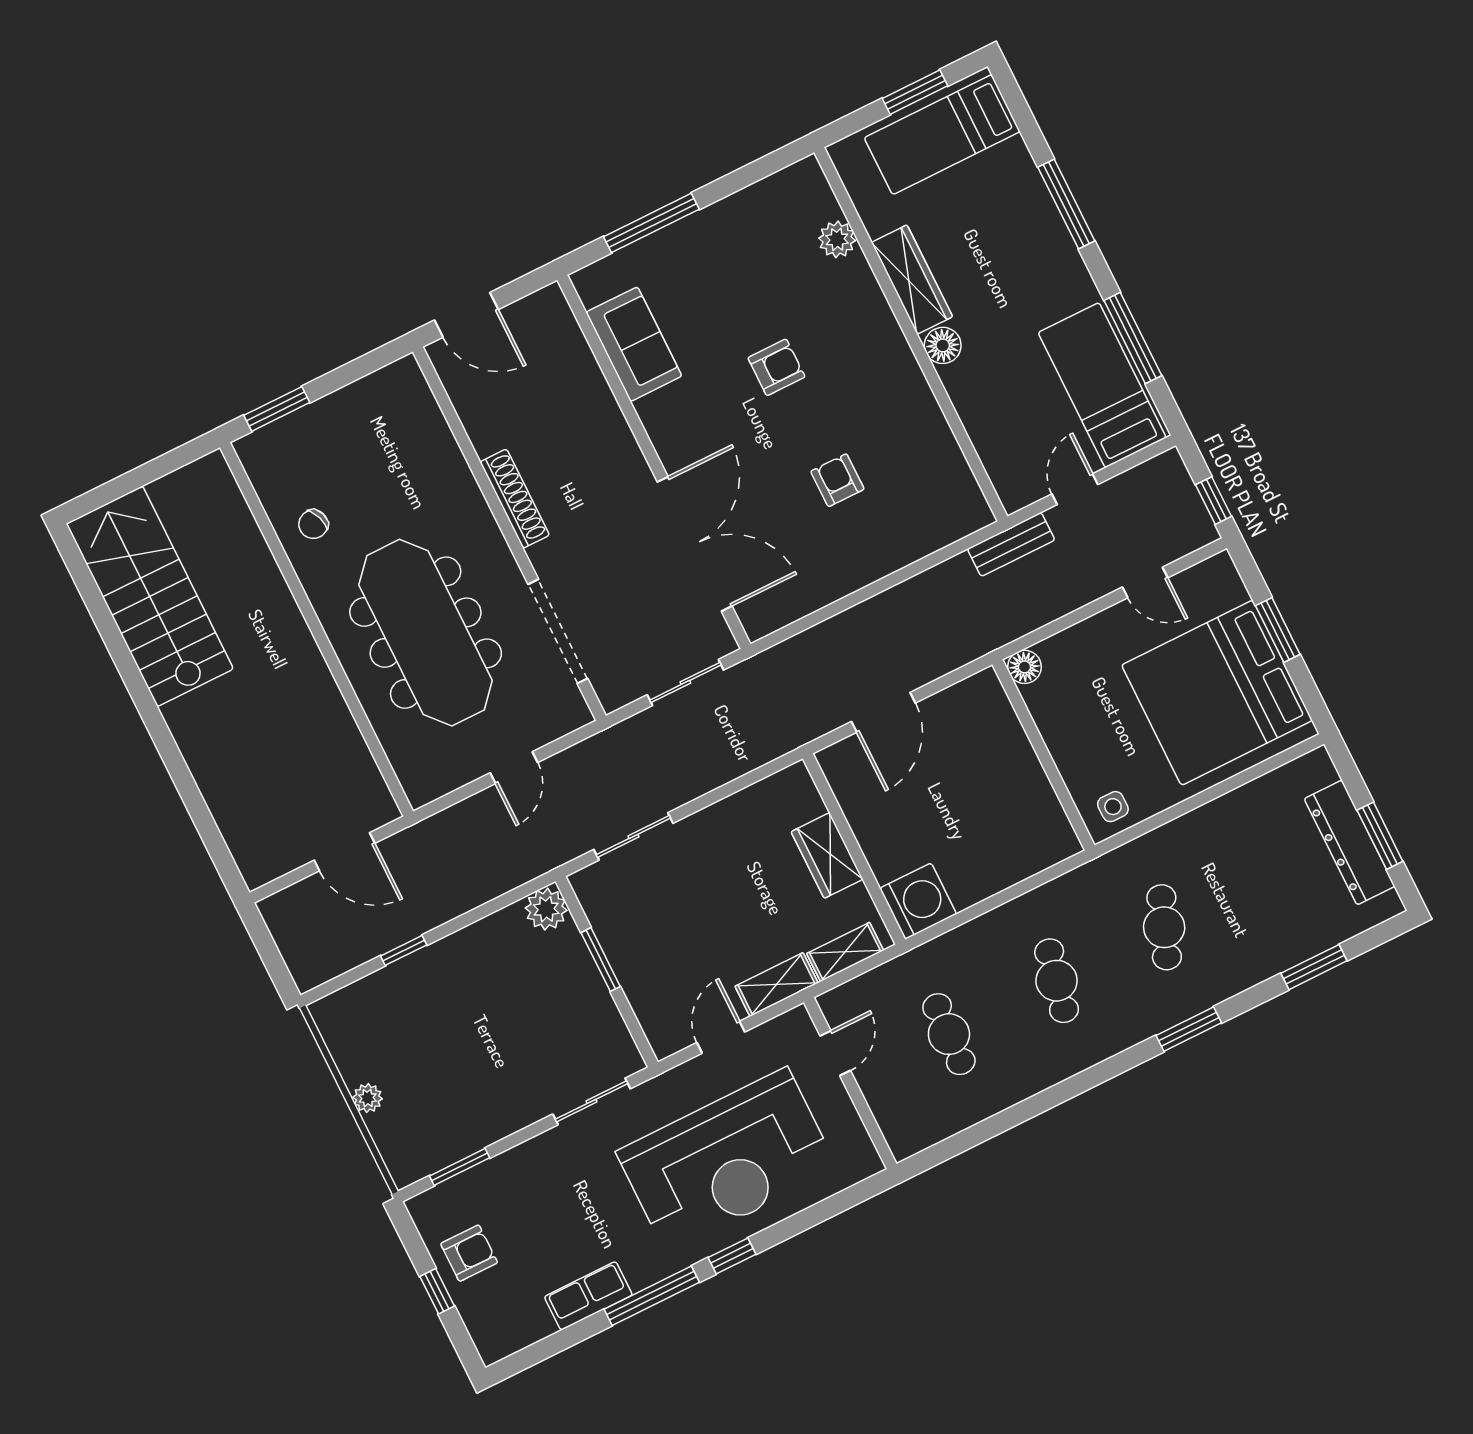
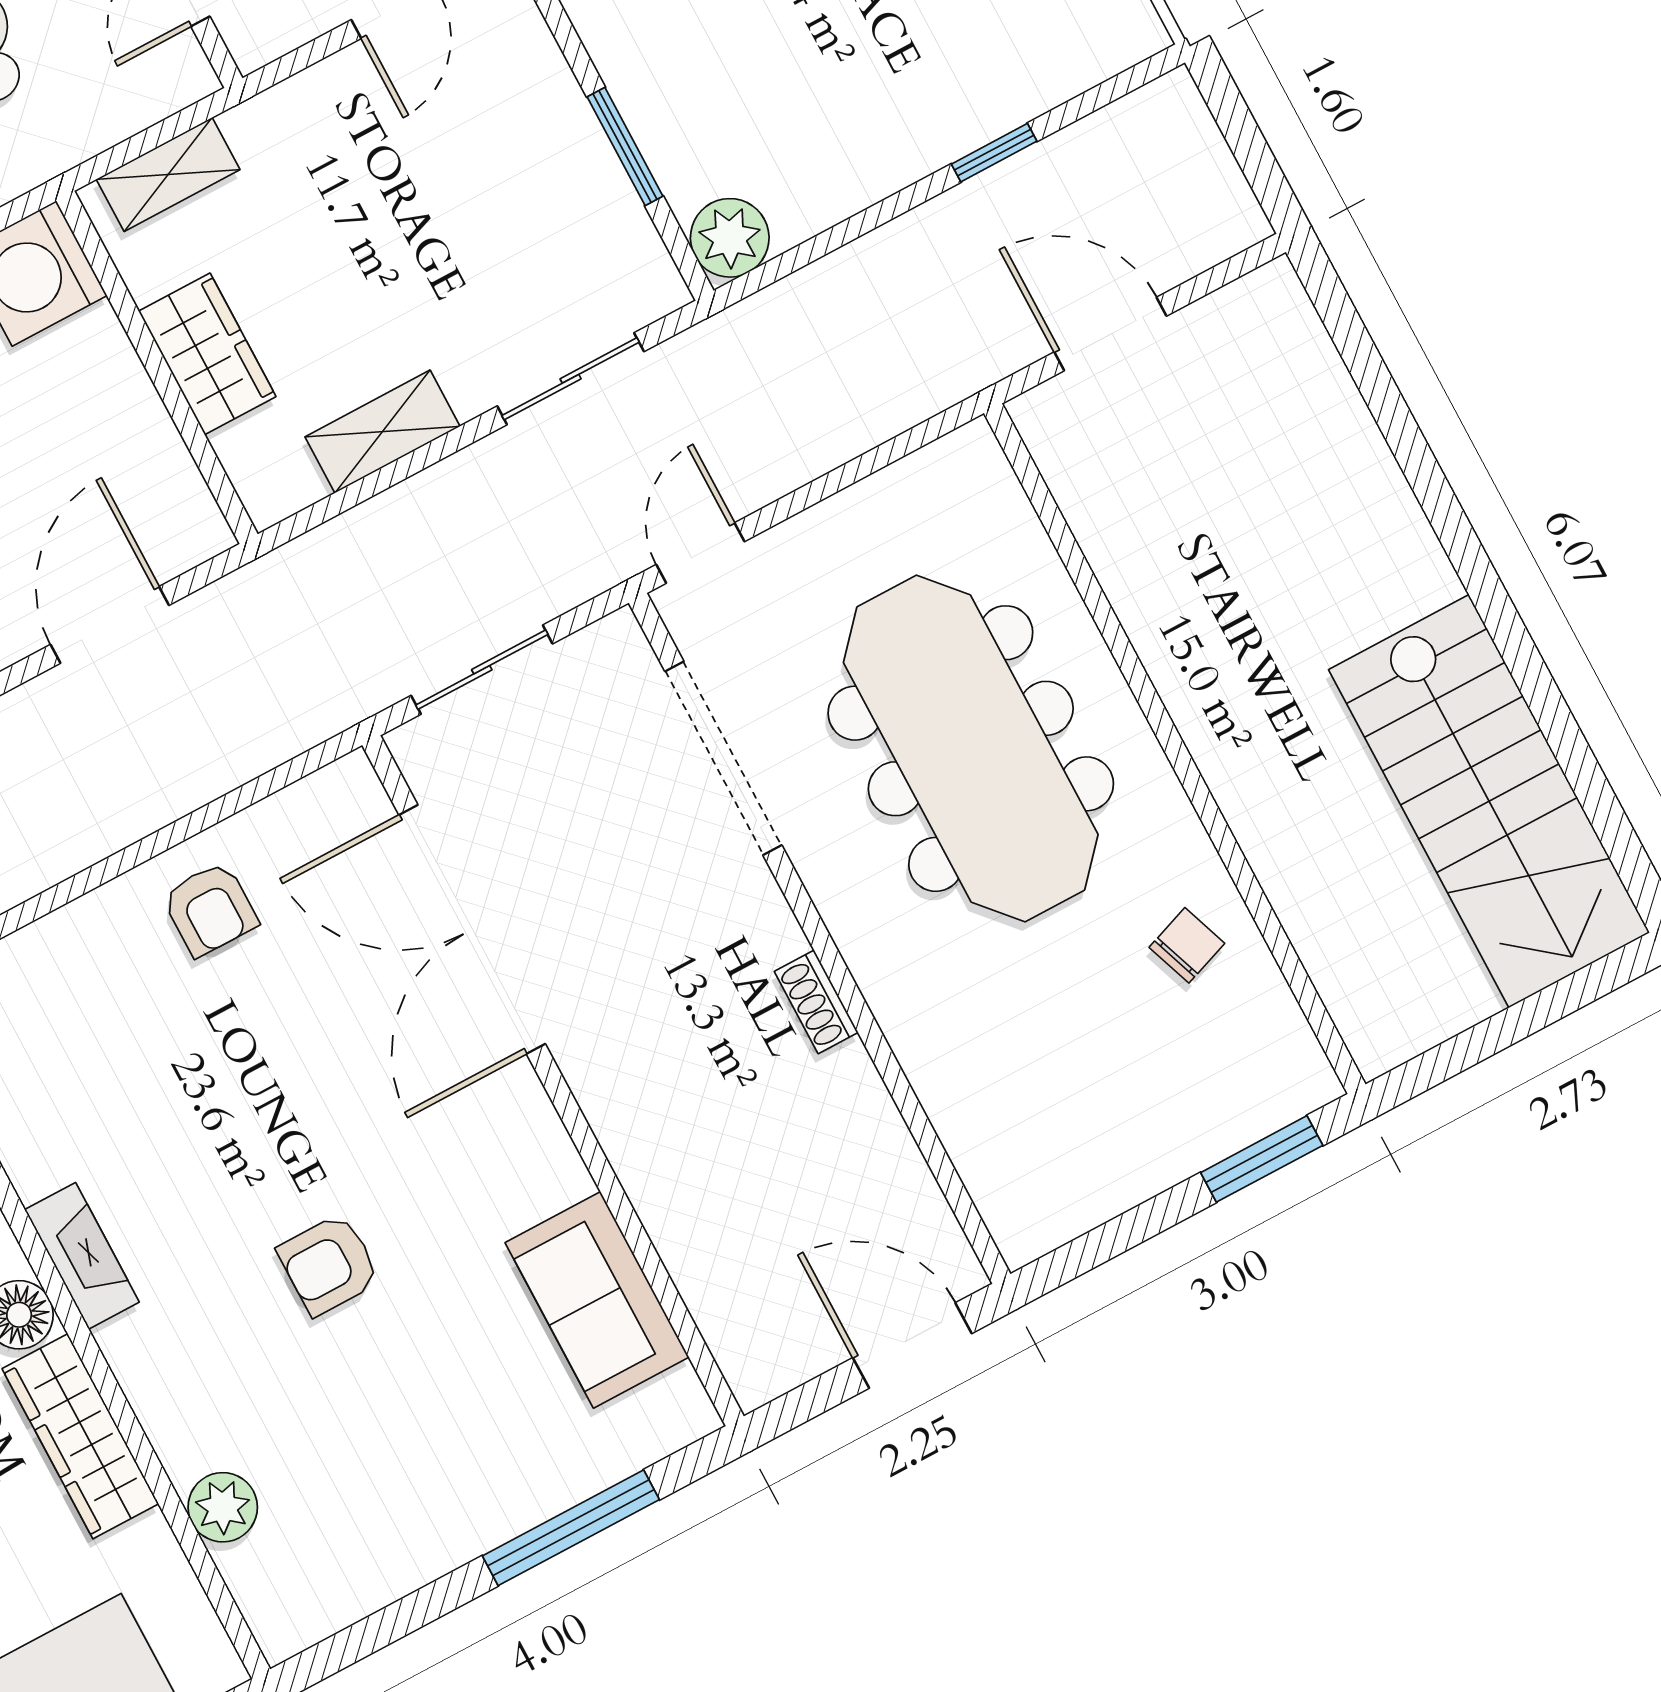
fireplace: (908, 376) -> (82, 1256), added
armchair: (837, 480) -> (210, 909), moved
shoe rack: (515, 499) -> (816, 1002), width x0.51, depth x0.81
door: (514, 768) -> (700, 553), moved
shelving: (777, 985) -> (382, 432), moved

